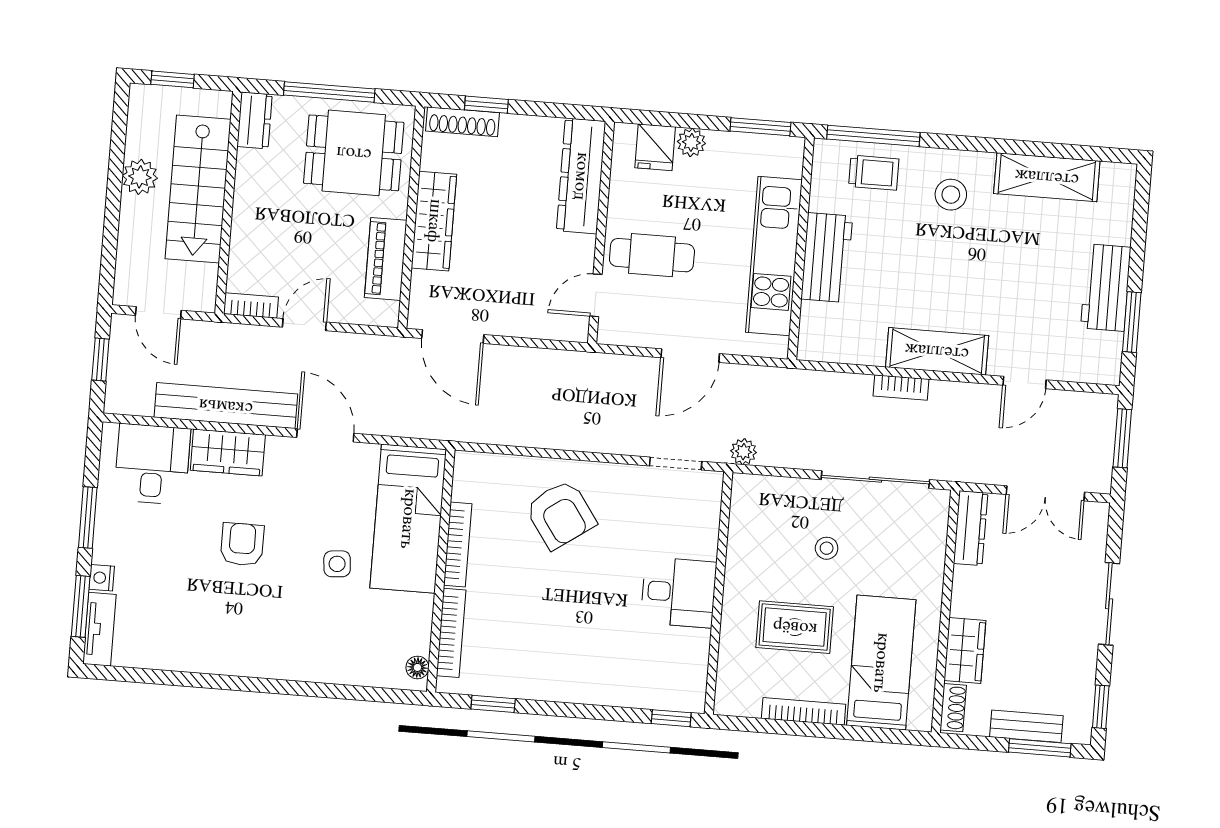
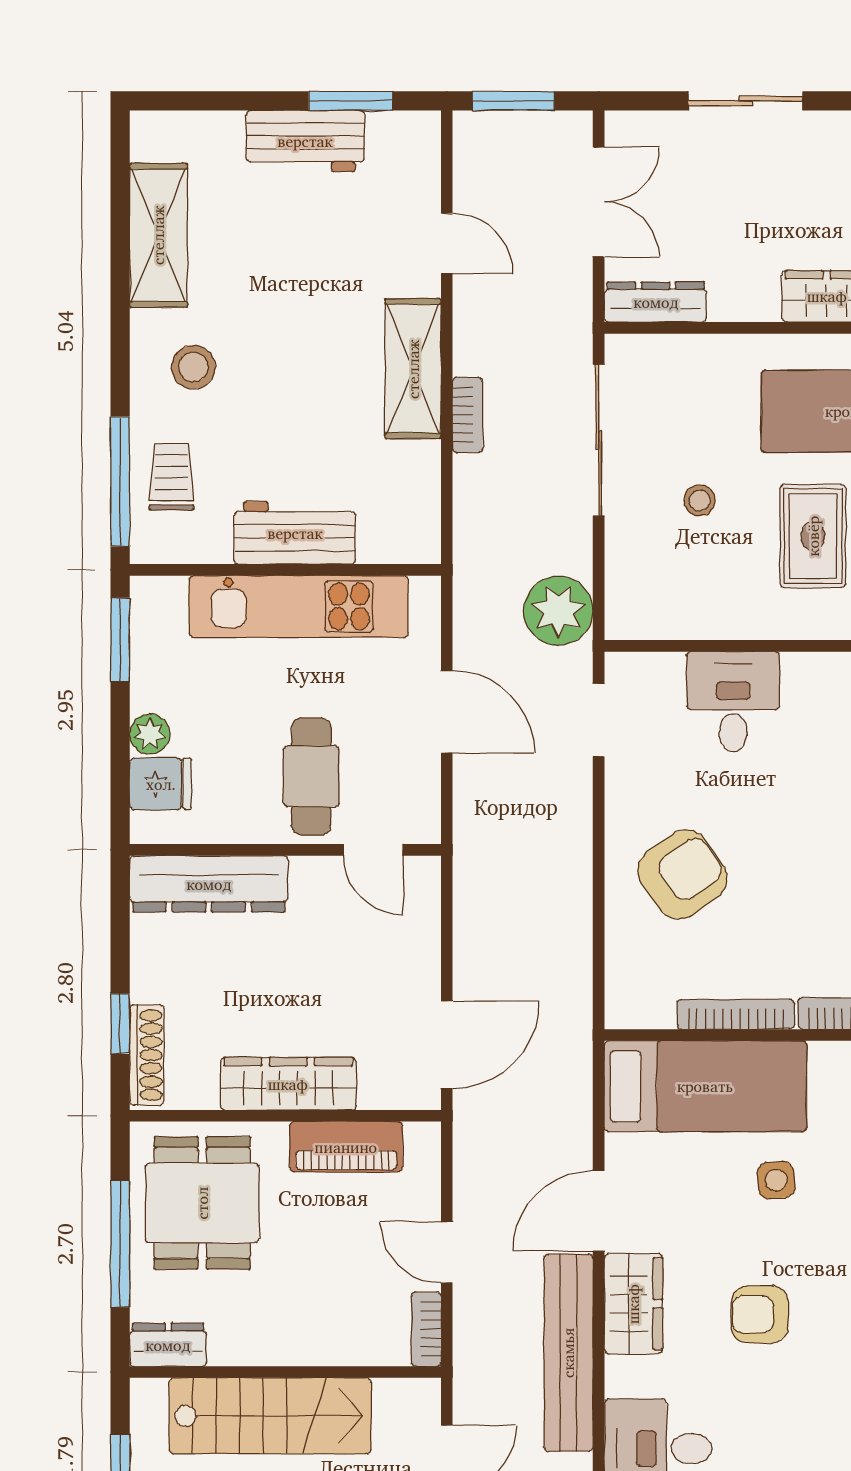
plant: (743, 452) -> (558, 611), width x1.88, depth x1.88
wardrobe: (228, 453) -> (633, 1304), moved
desk: (678, 592) -> (733, 702), moved

